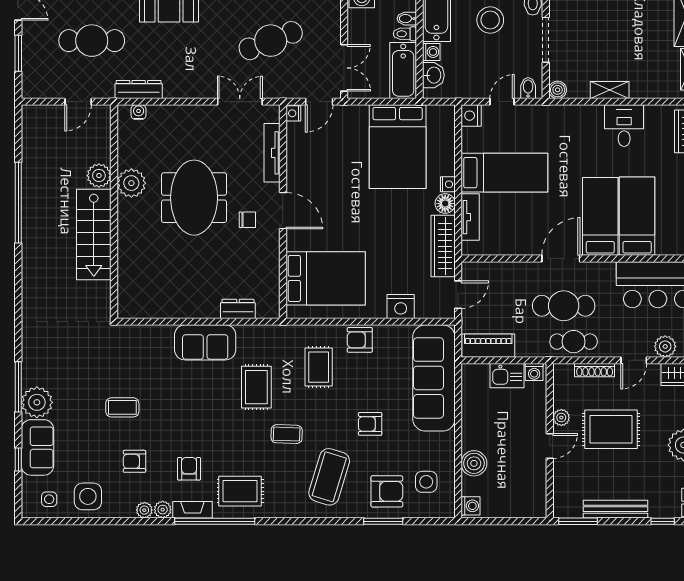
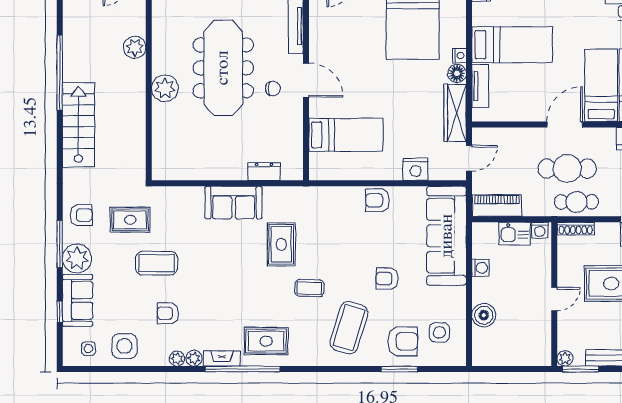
plant: (131, 183) -> (165, 88), moved
meeting table: (194, 198) -> (223, 68), width x1.36
stairs: (94, 235) -> (78, 125), moved, turned 180
bed: (326, 278) -> (346, 135), width x0.67
rug: (319, 367) -> (130, 220), moved, turned 90
shoe rack: (595, 370) -> (576, 228), moved
coffee table: (122, 407) -> (157, 263), width x1.36, depth x1.30
plant: (561, 418) -> (565, 358), moved
armchair: (189, 469) -> (81, 215), moved, turned 90
washing machine: (471, 506) -> (481, 268), moved

